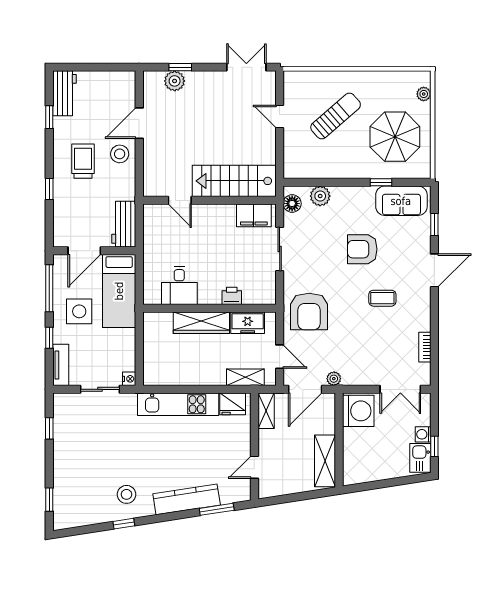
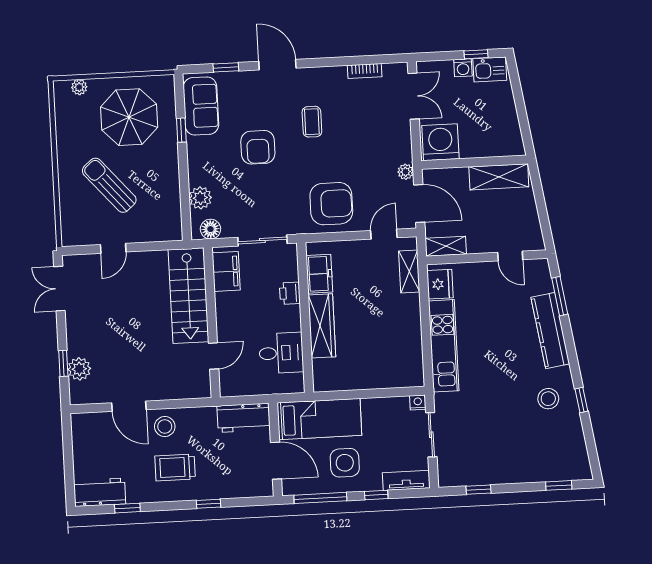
desk: (179, 286) -> (281, 353), moved
printer: (232, 296) -> (290, 293), moved
wall: (209, 308) -> (305, 318), moved
wardrobe: (201, 323) -> (322, 326), moved
freezer: (248, 323) -> (319, 274), moved

